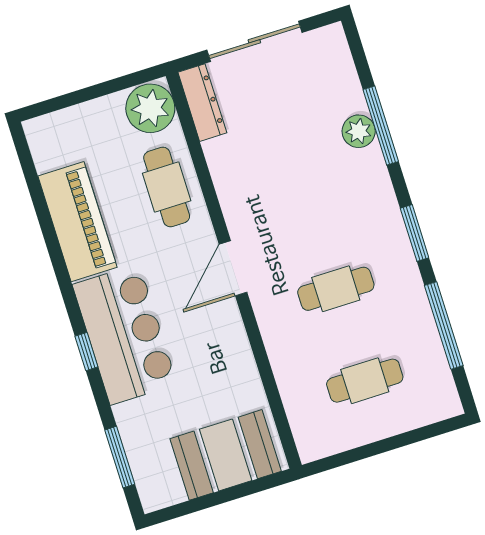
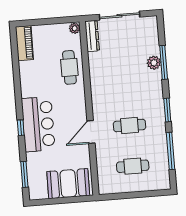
plant: (150, 108) -> (75, 28), width x0.53, depth x0.53
piano: (77, 222) -> (24, 43), moved, width x0.73, depth x0.75
door: (233, 268) -> (91, 132), moved

